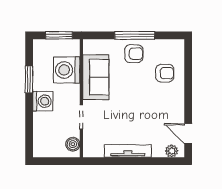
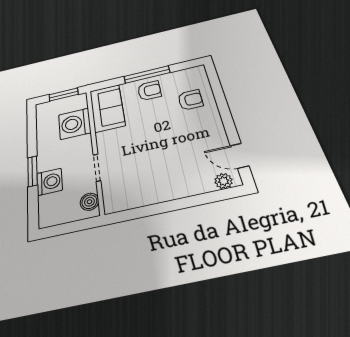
sofa: (96, 77) -> (107, 108), moved
window: (29, 79) -> (32, 171), moved
washing machine: (43, 101) -> (49, 182), moved
tv unit: (128, 151) -> (164, 194), removed

